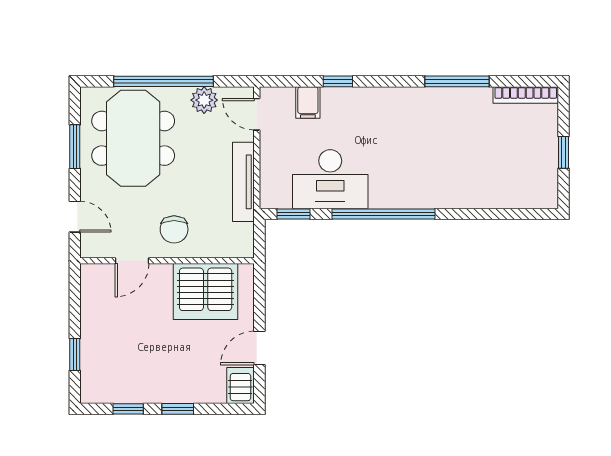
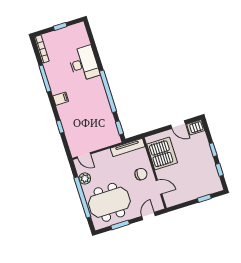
filing cabinet: (308, 103) -> (61, 99), moved
door: (257, 114) -> (84, 155), hinge flipped
desk: (330, 179) -> (84, 63), moved
tv unit: (243, 182) -> (128, 147), moved

